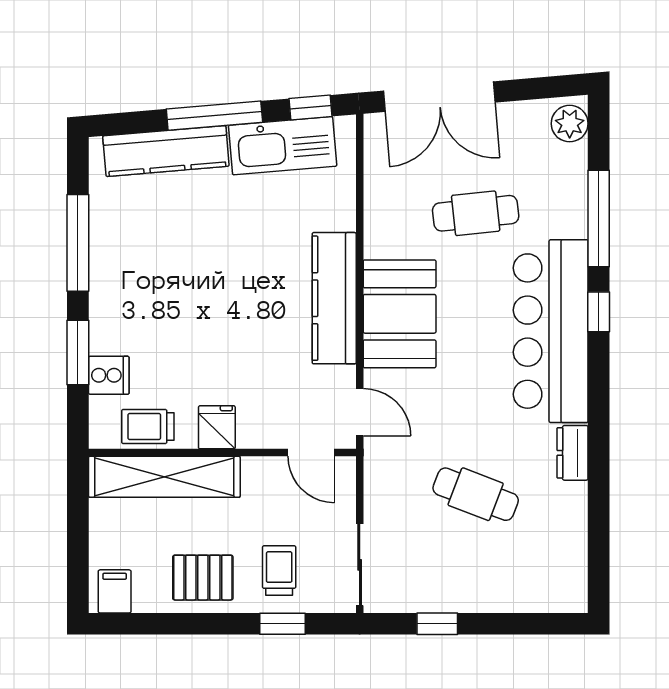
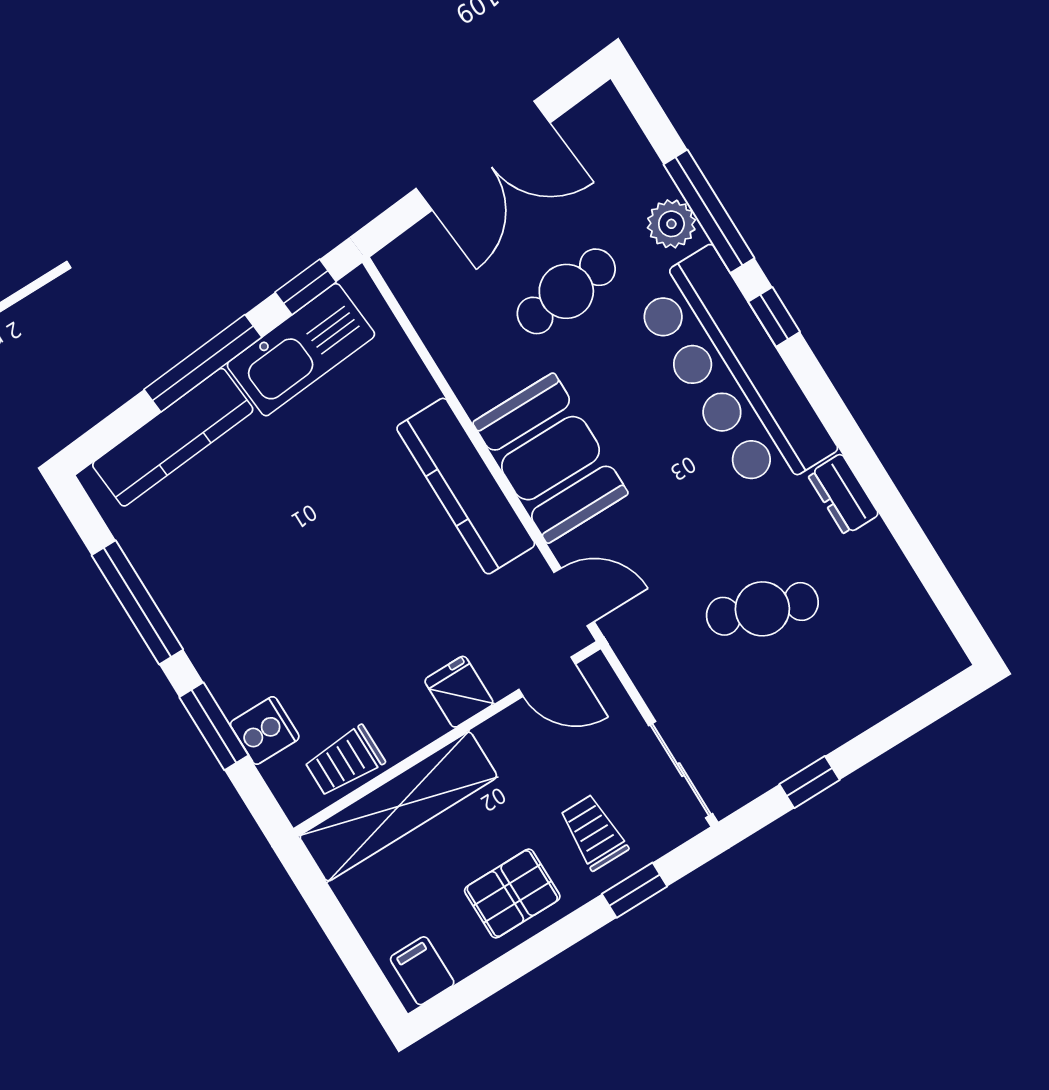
double door: (439, 97) -> (483, 156), moved
plant: (570, 124) -> (671, 224), moved
fridge: (217, 427) -> (459, 692), moved

